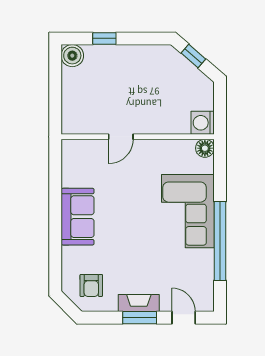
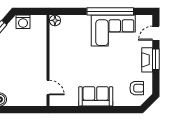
washing machine: (203, 123) -> (23, 22), moved
door: (121, 137) -> (48, 88), moved
corner sofa: (188, 211) -> (113, 31), moved

